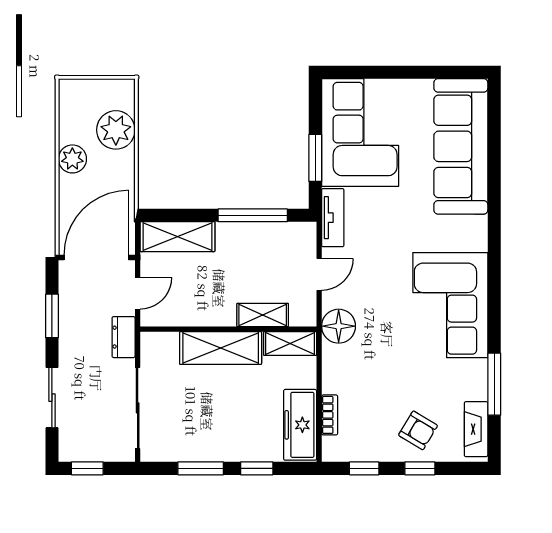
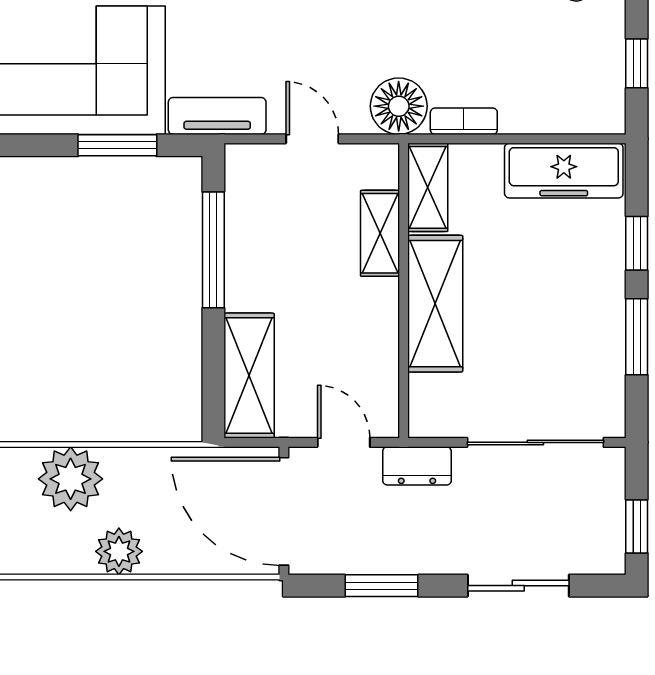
bookcase: (330, 415) -> (464, 121), moved

